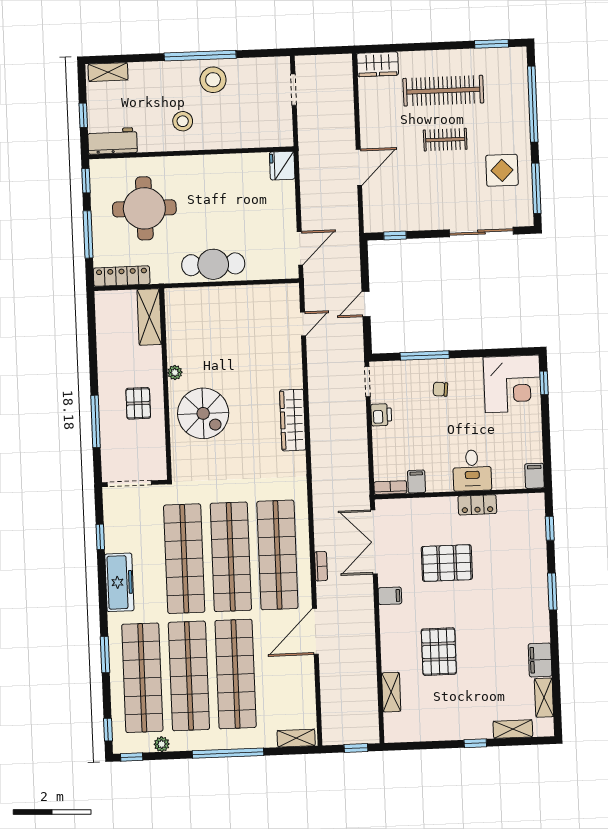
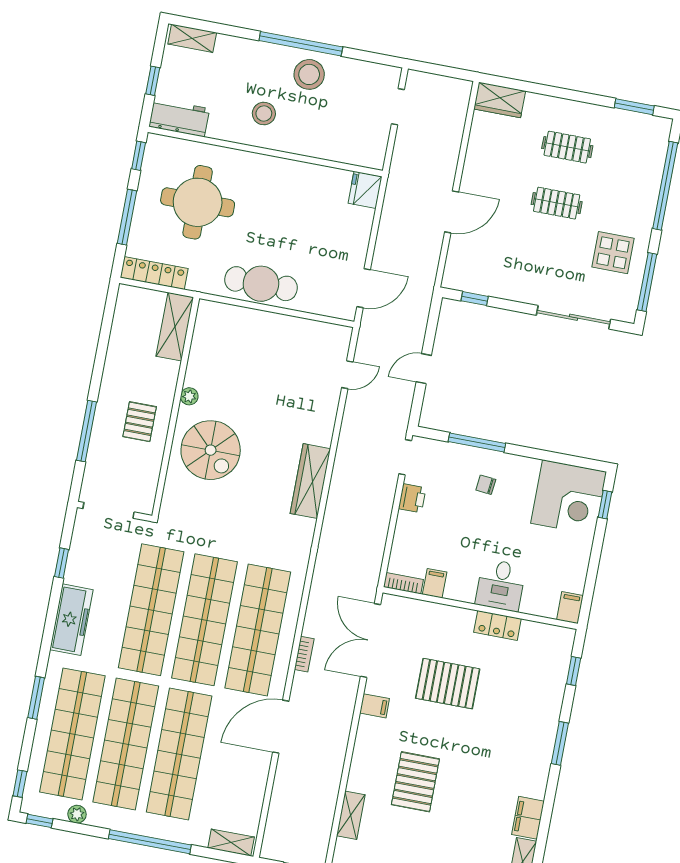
clothes rail: (443, 91) -> (567, 147), width x0.54, depth x0.76

